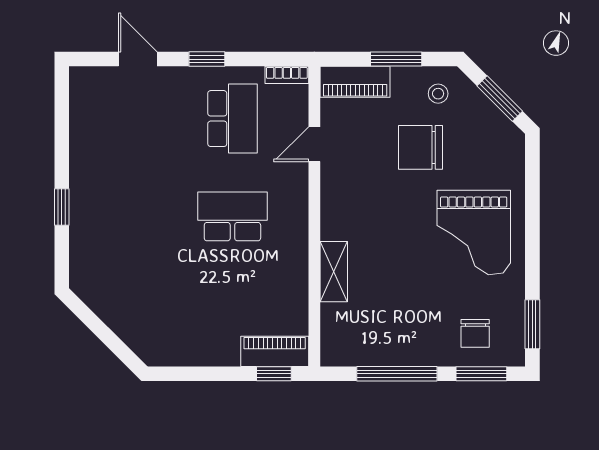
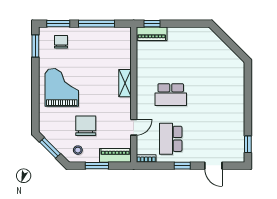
chair: (421, 147) -> (86, 126), turned -90
window: (62, 207) -> (248, 144), moved
shelving: (334, 272) -> (125, 83), moved

